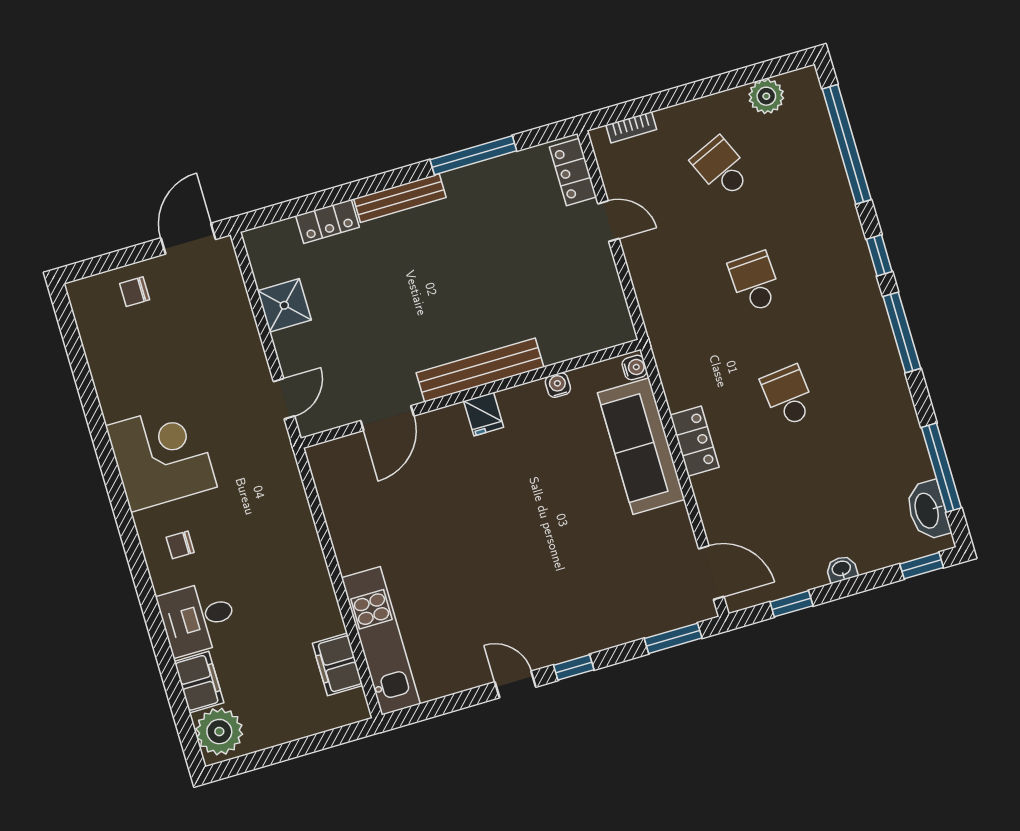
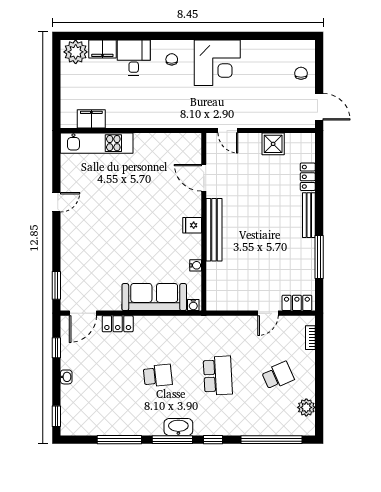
school desk: (755, 282) -> (218, 376), width x1.85
locker: (695, 441) -> (118, 324), moved
window: (941, 468) -> (119, 440), moved
washbasin: (928, 510) -> (178, 427), moved
window: (574, 667) -> (56, 233), removed

